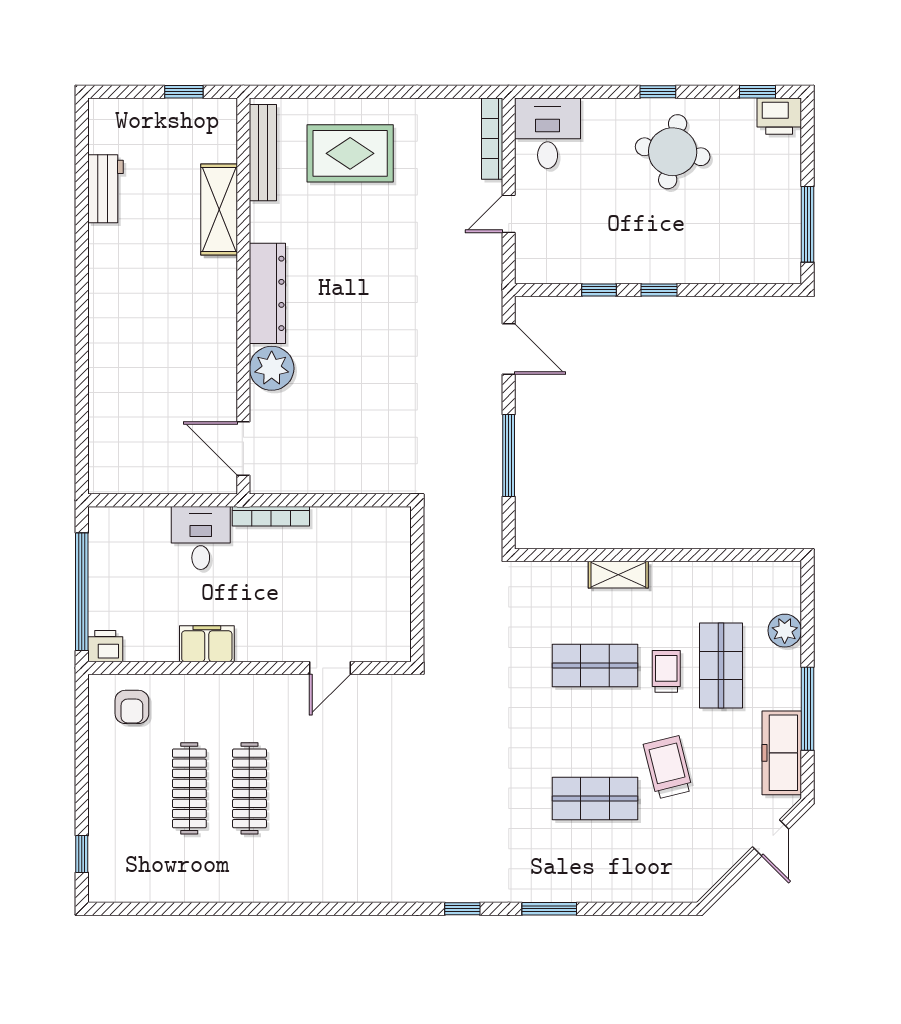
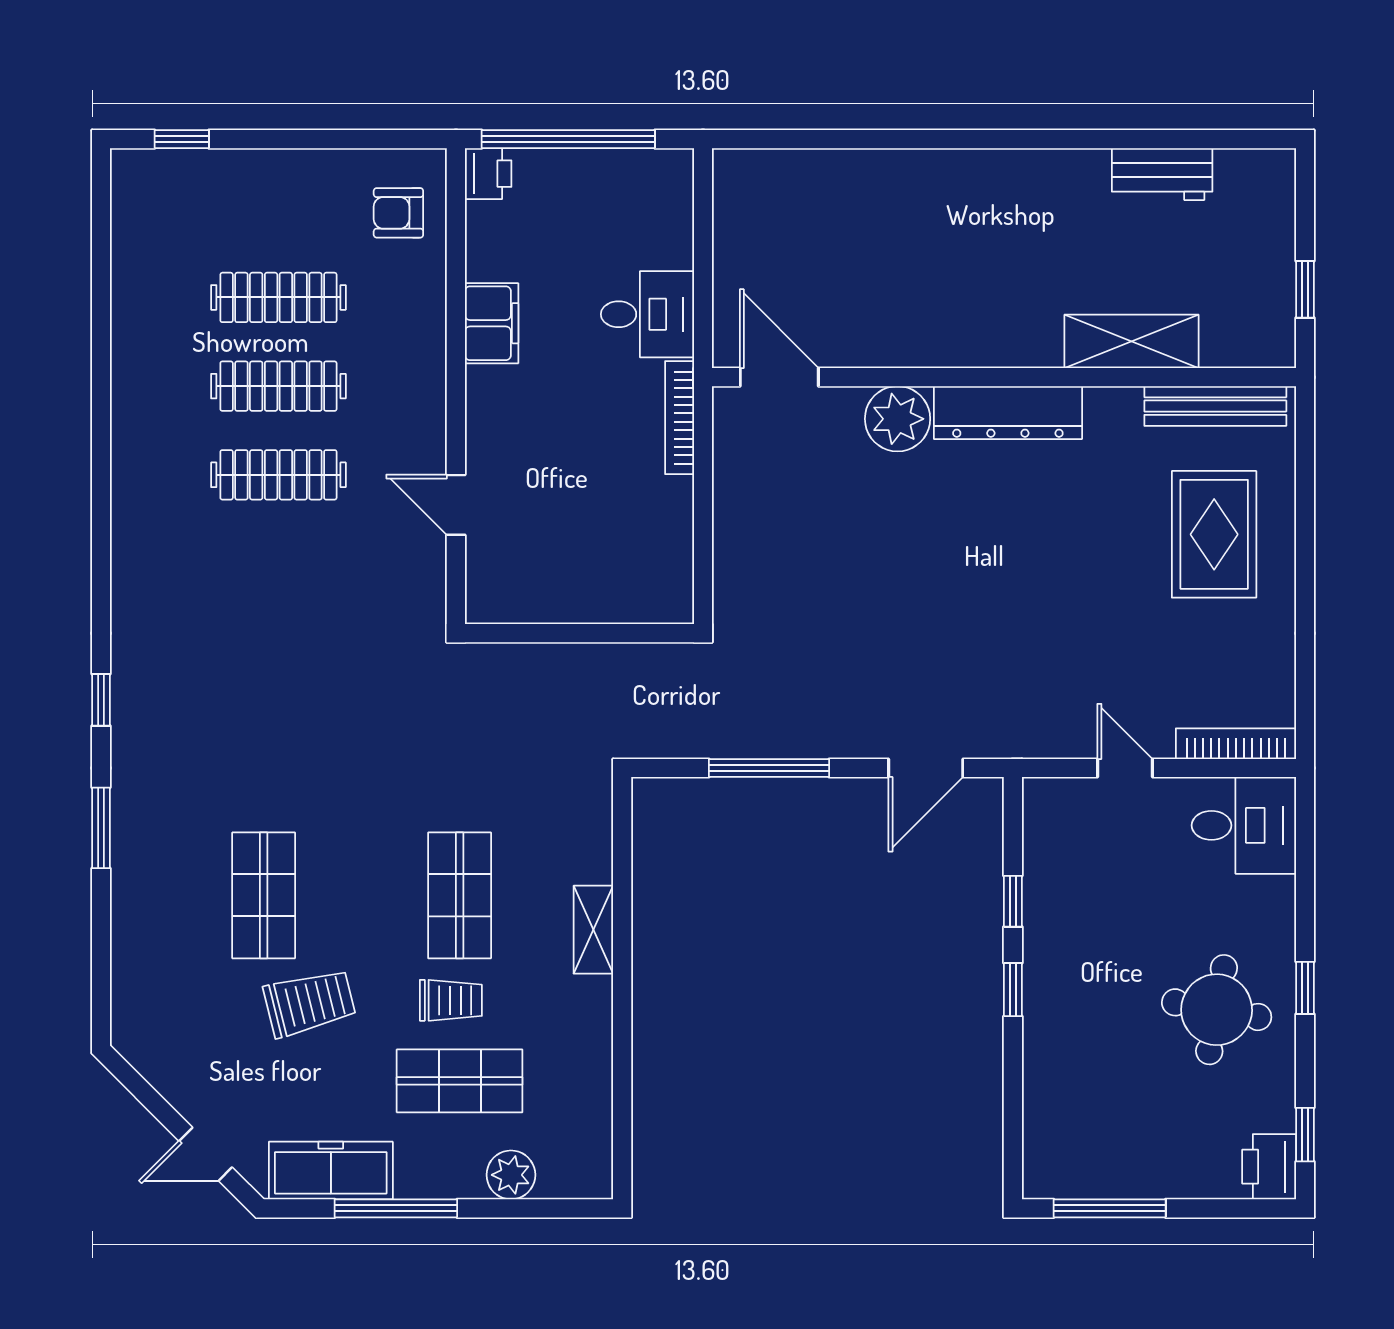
door: (243, 449) -> (779, 377), hinge flipped
clothes rail: (310, 788) -> (278, 475), added

